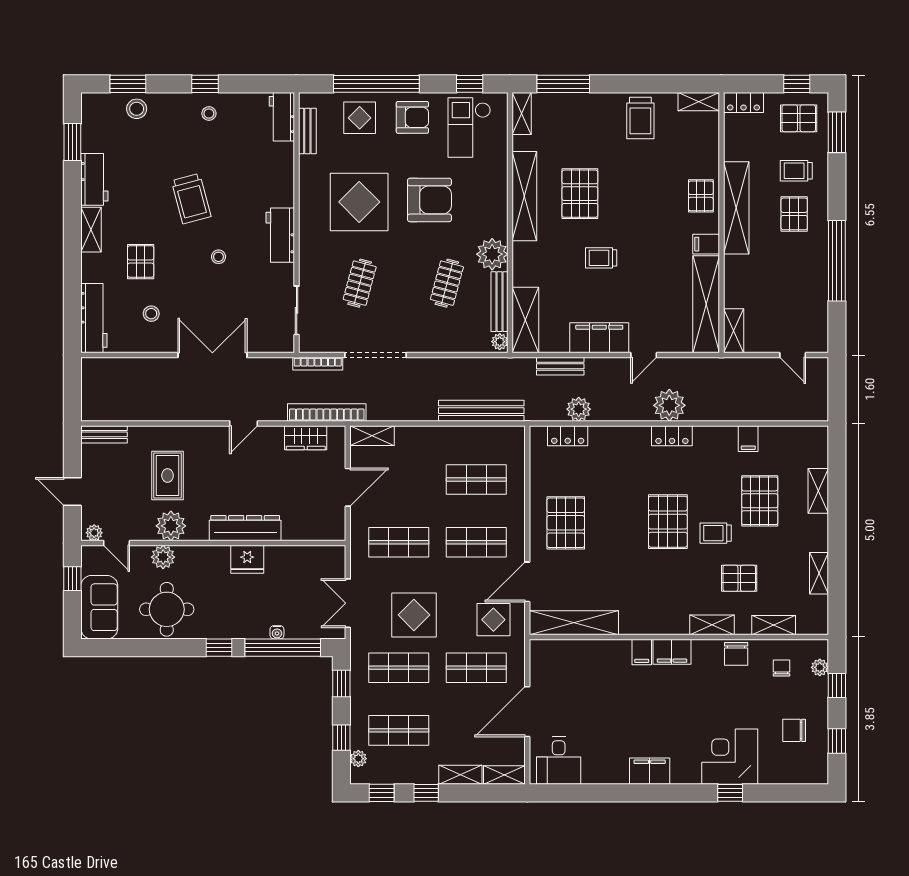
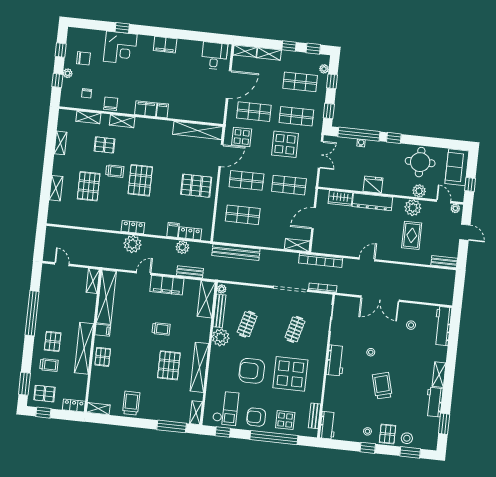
pallet: (141, 262) -> (388, 434), moved
wardrobe: (306, 438) -> (340, 198), moved, turned 180
filing cabinet: (748, 439) -> (173, 230), moved
pallet: (566, 523) -> (196, 186), turned 90
plant: (820, 667) -> (68, 73), moved

